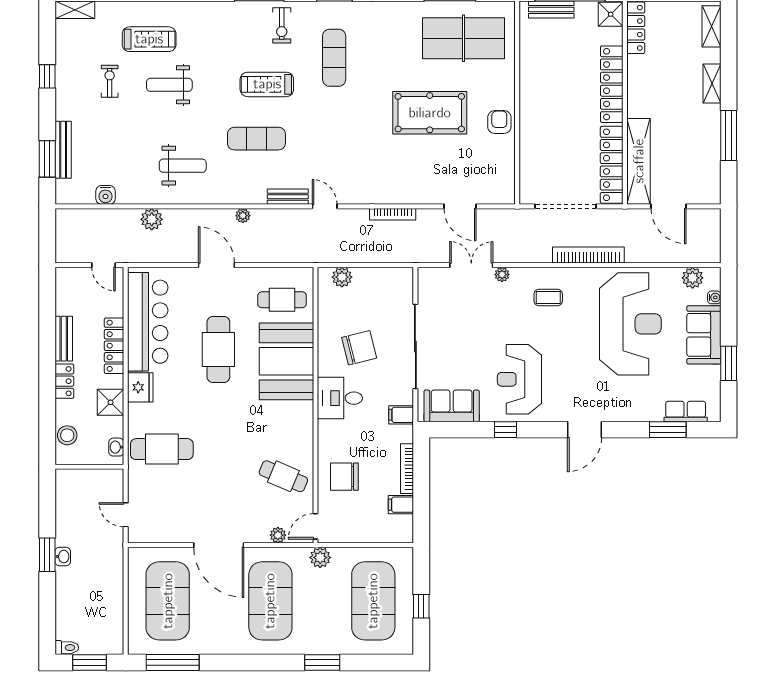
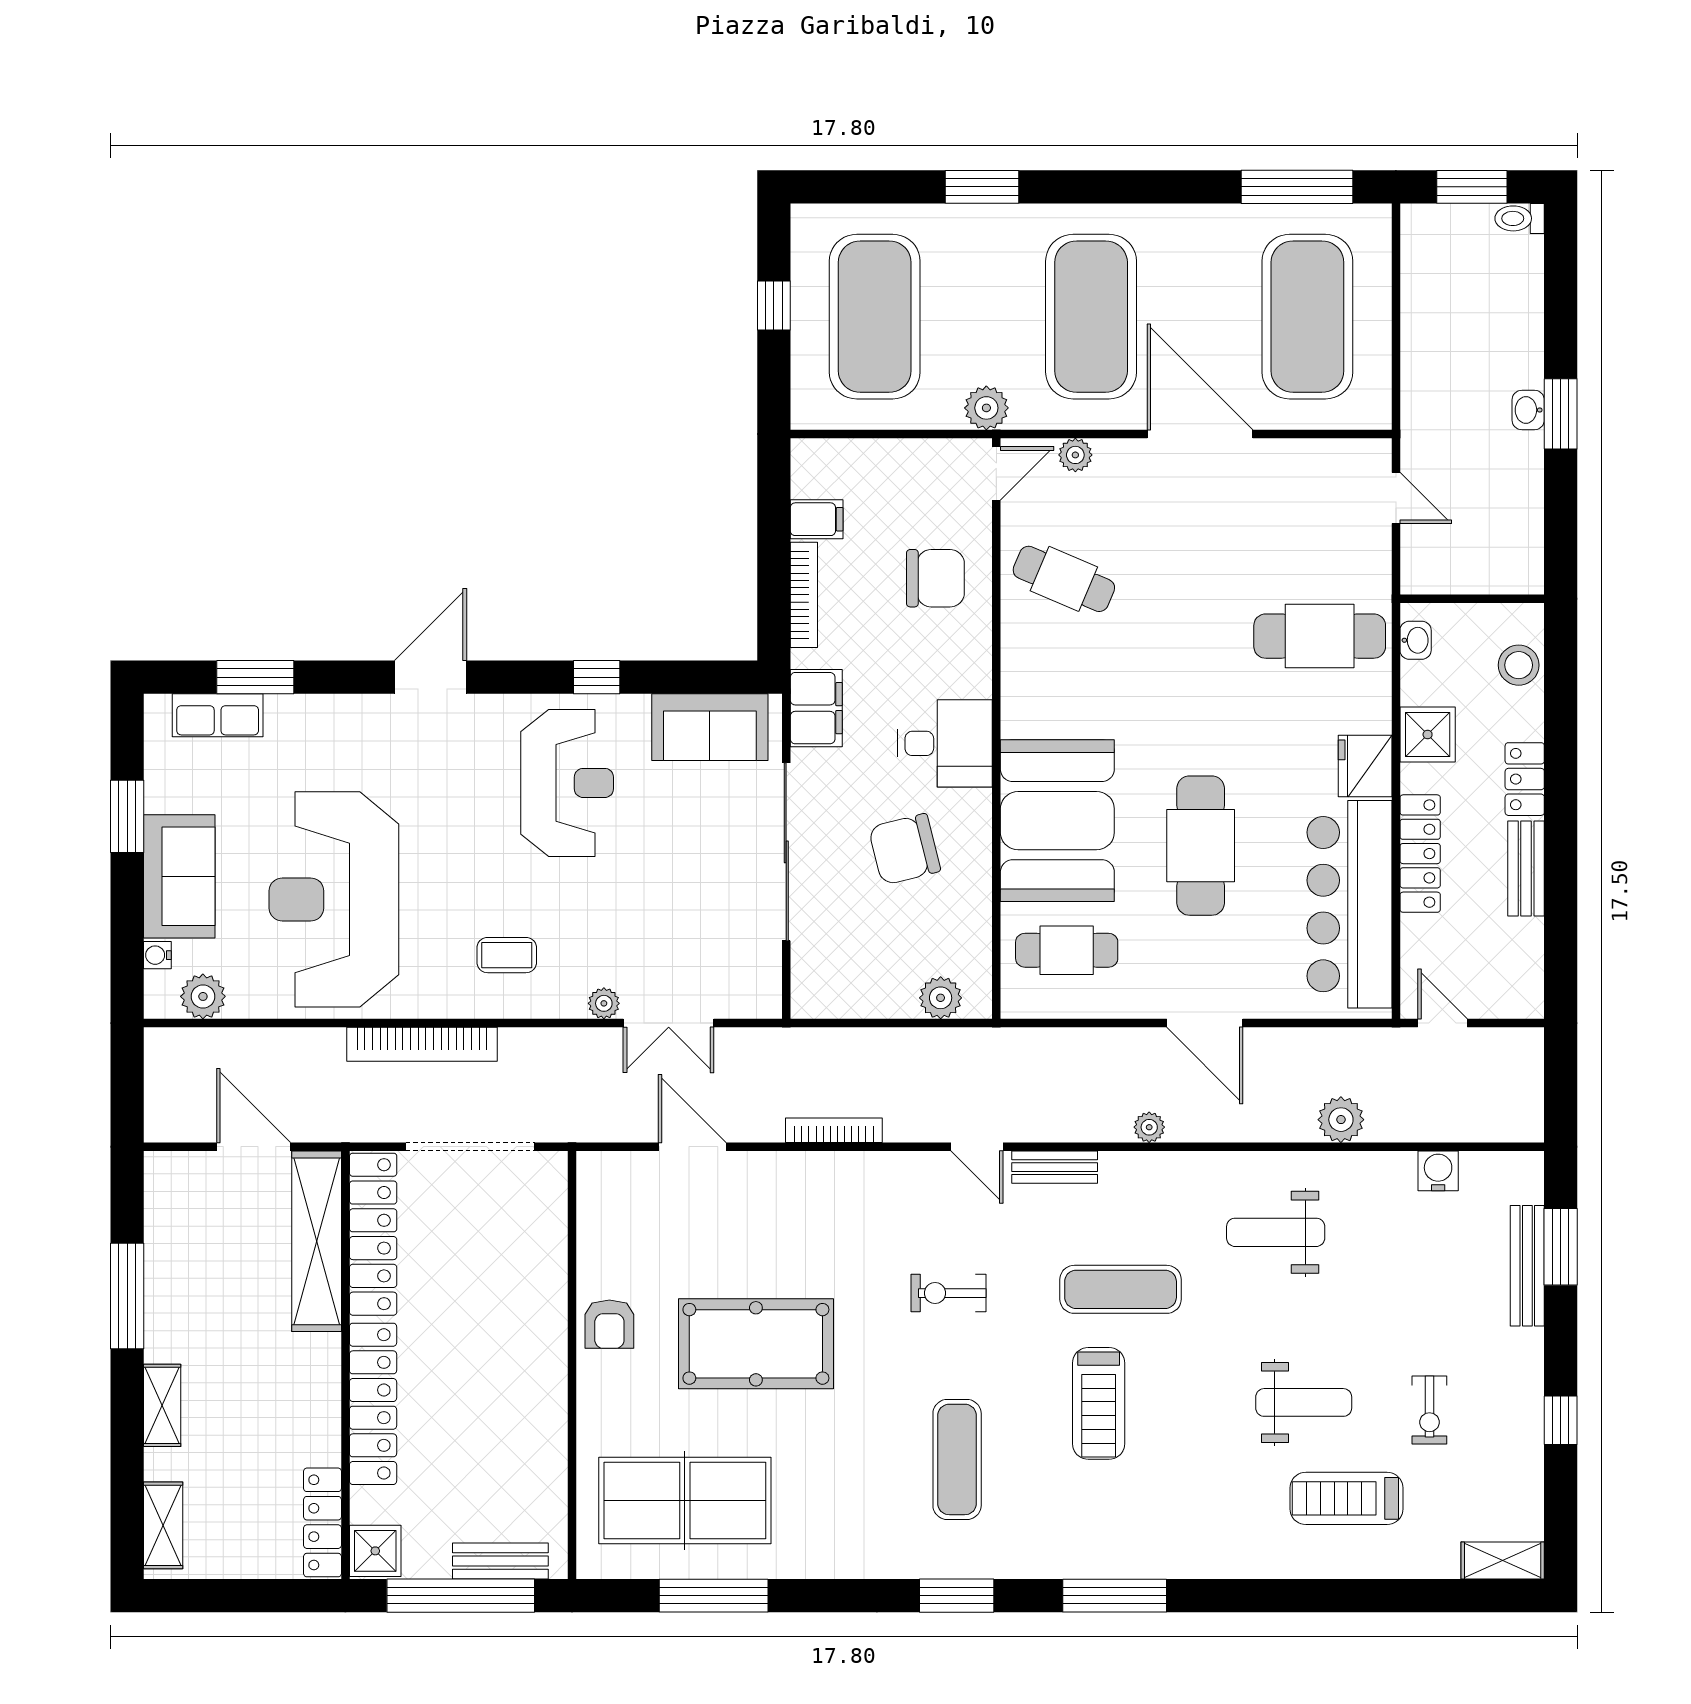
exercise bike: (282, 25) -> (948, 1293), moved, turned -90
treadmill: (267, 84) -> (1099, 1403), turned 90
filing cabinet: (401, 415) -> (816, 708), width x2.00

